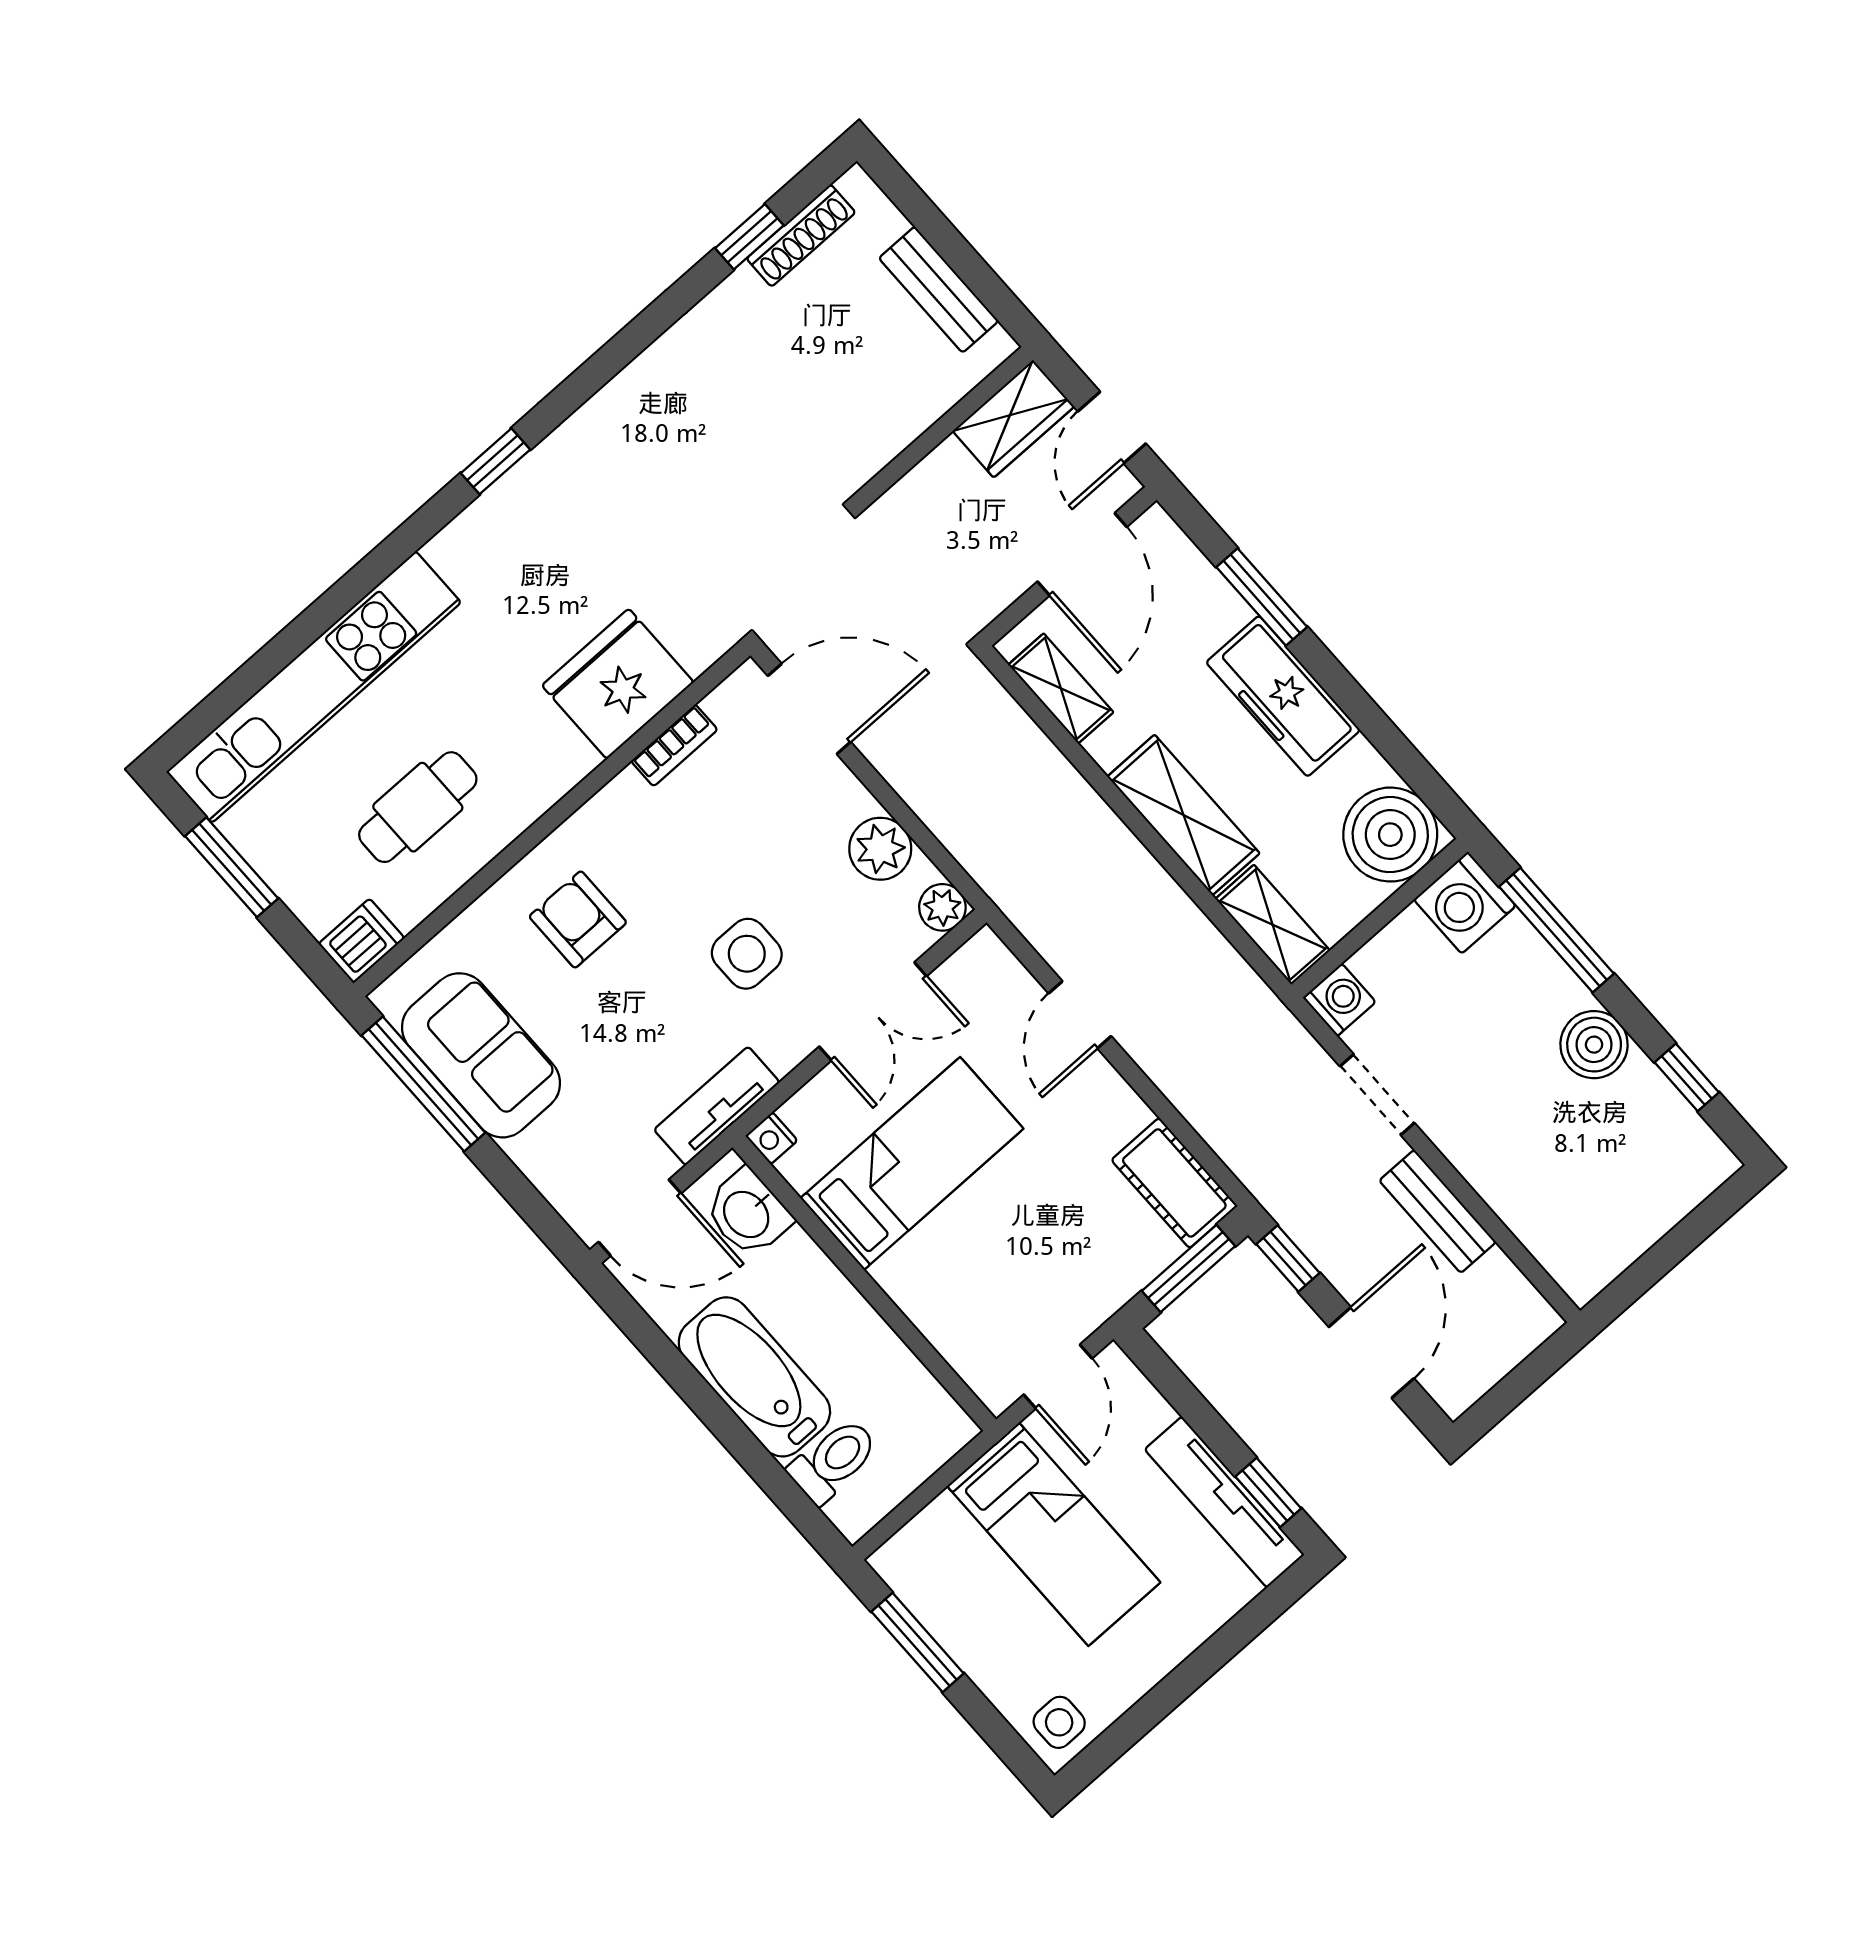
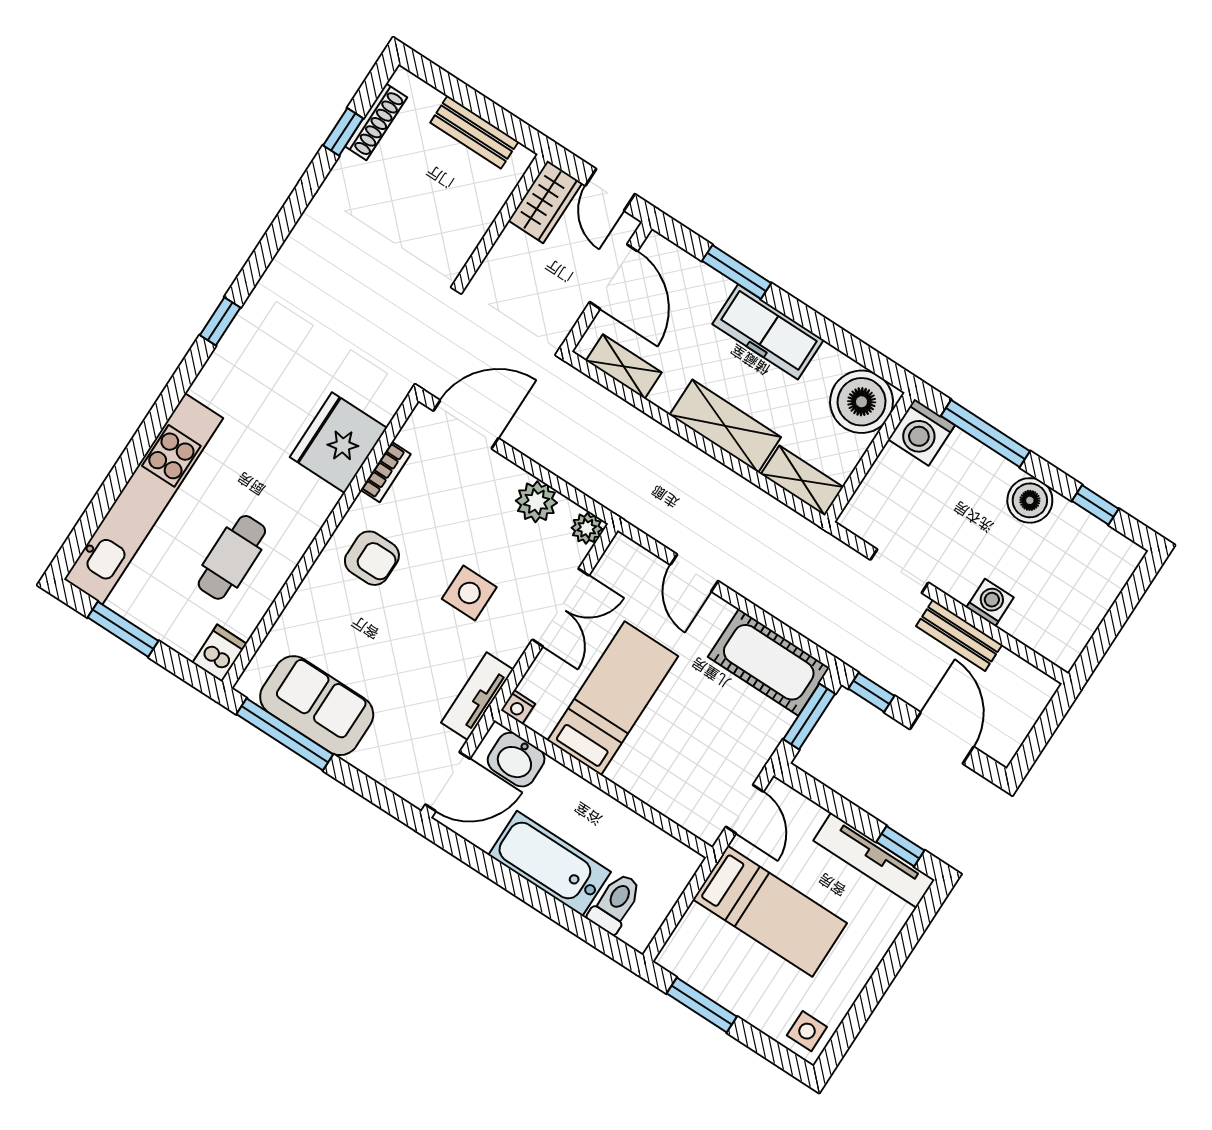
armchair: (578, 919) -> (372, 558), moved, turned 180
washing machine: (1339, 1000) -> (990, 603), moved
cot: (1174, 1183) -> (769, 662), width x1.37, depth x1.34

